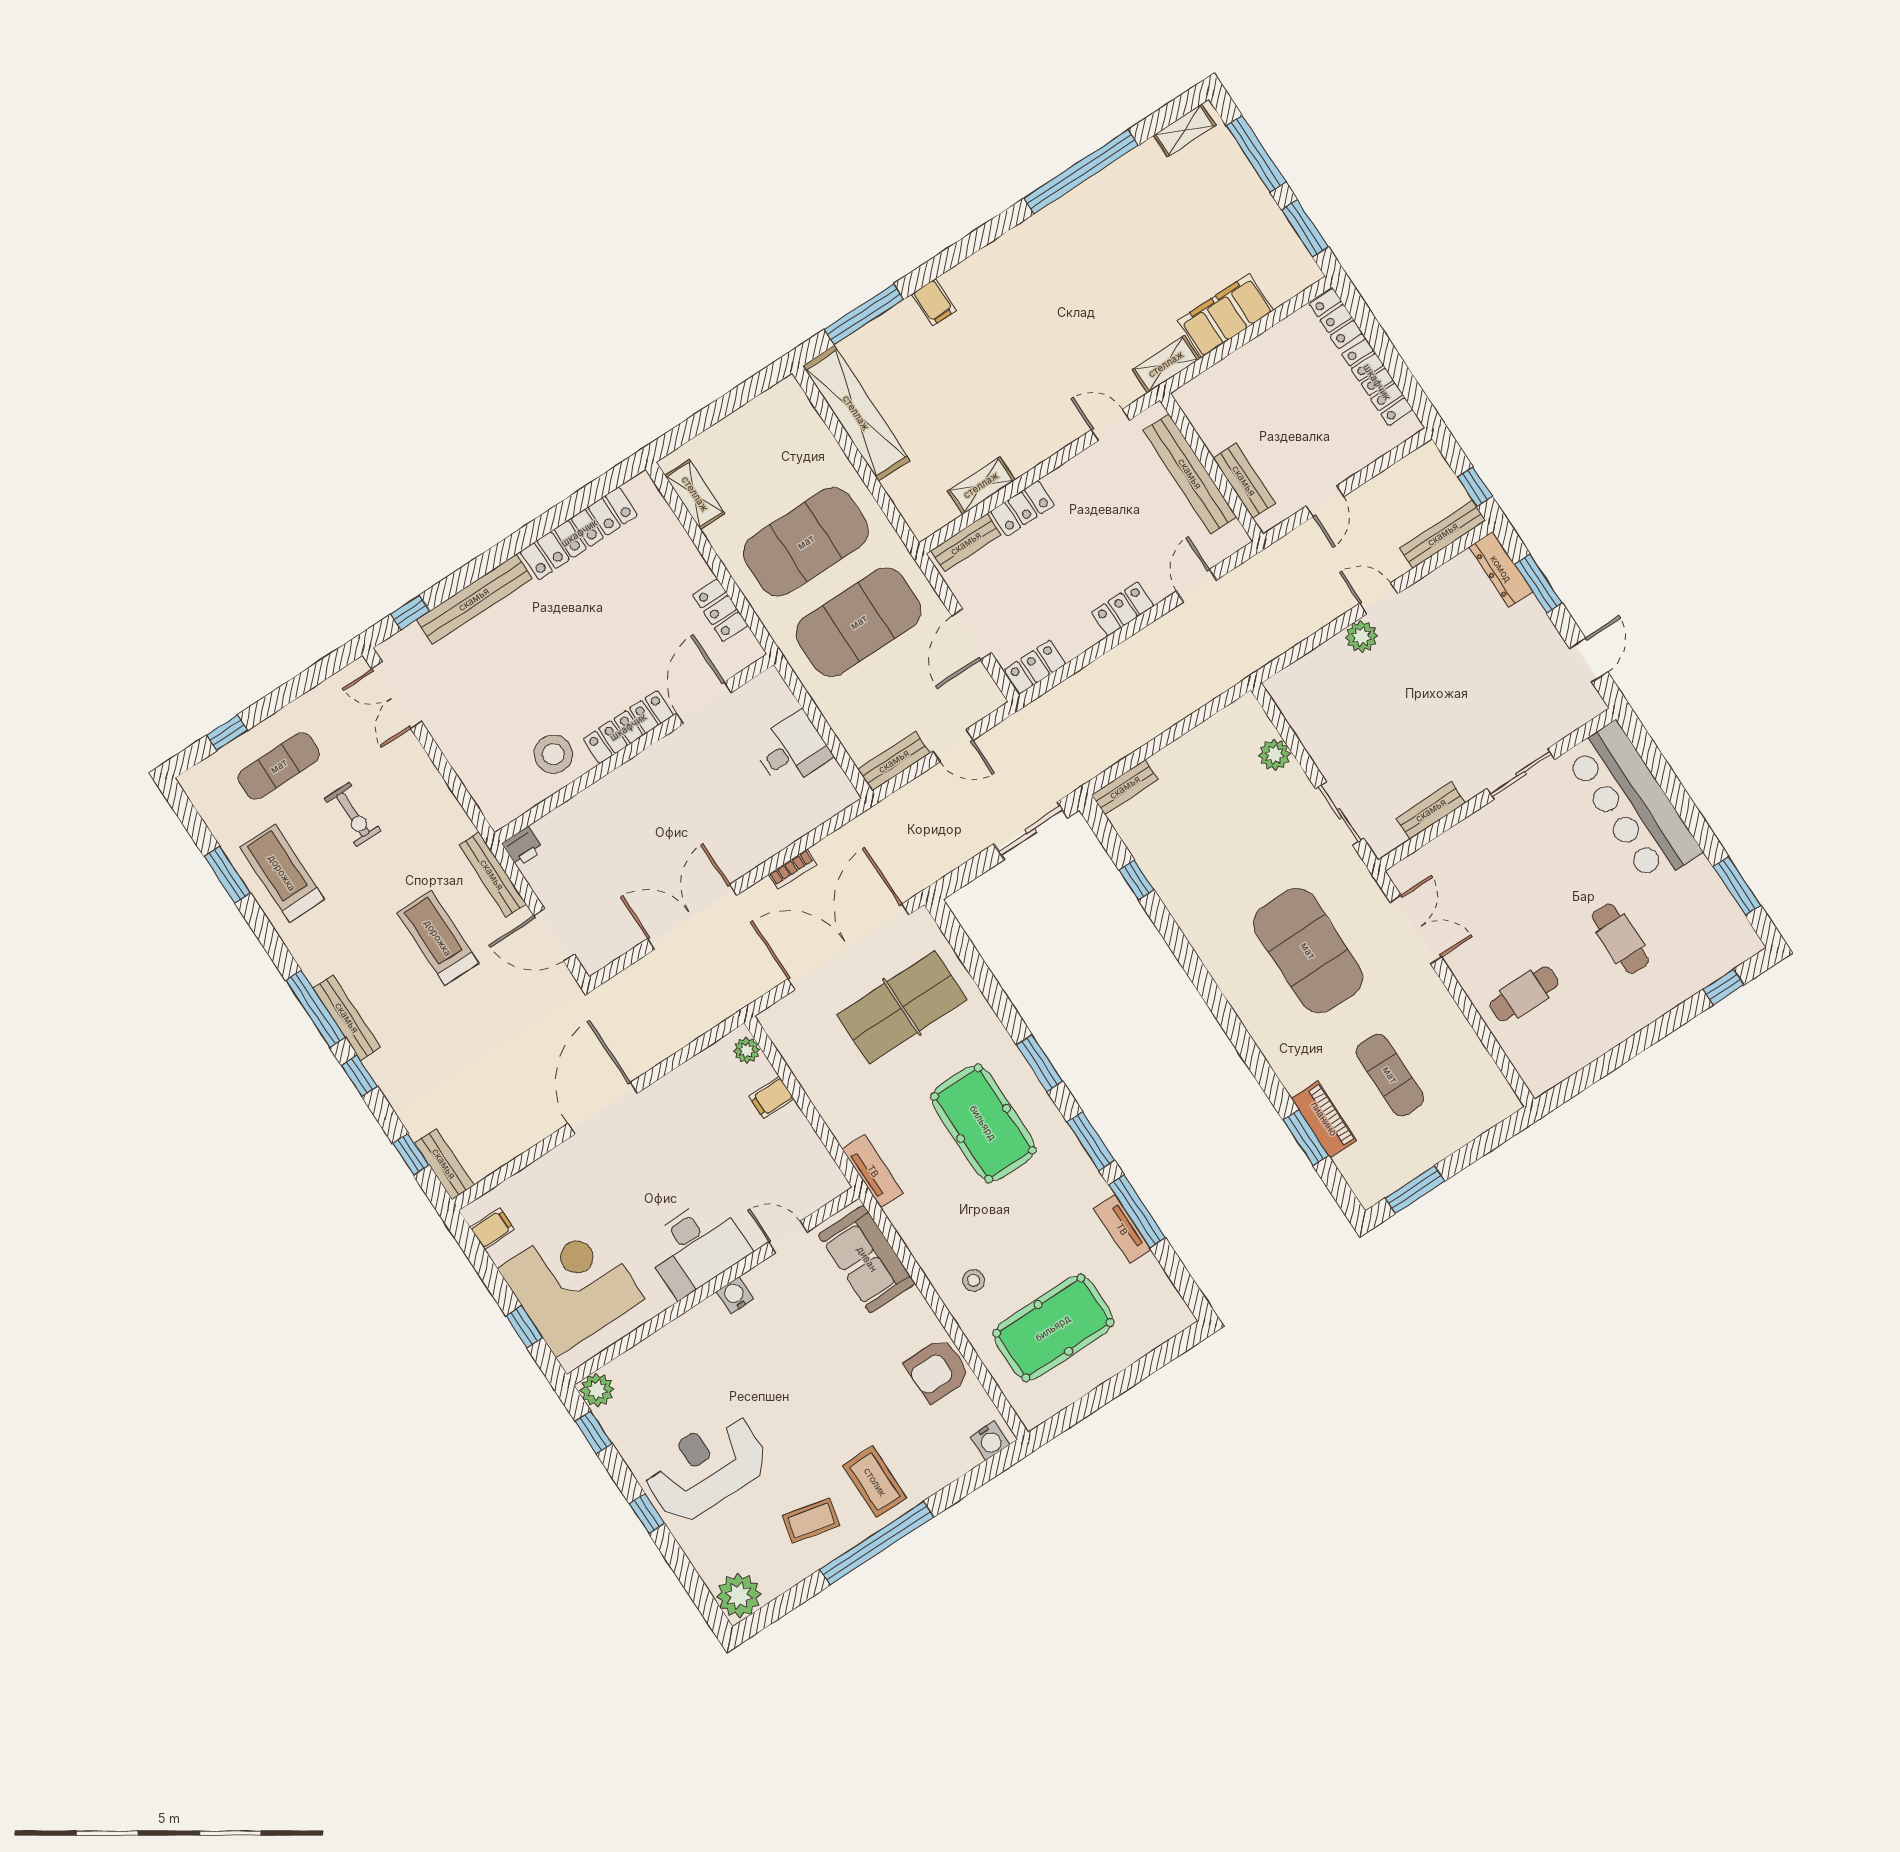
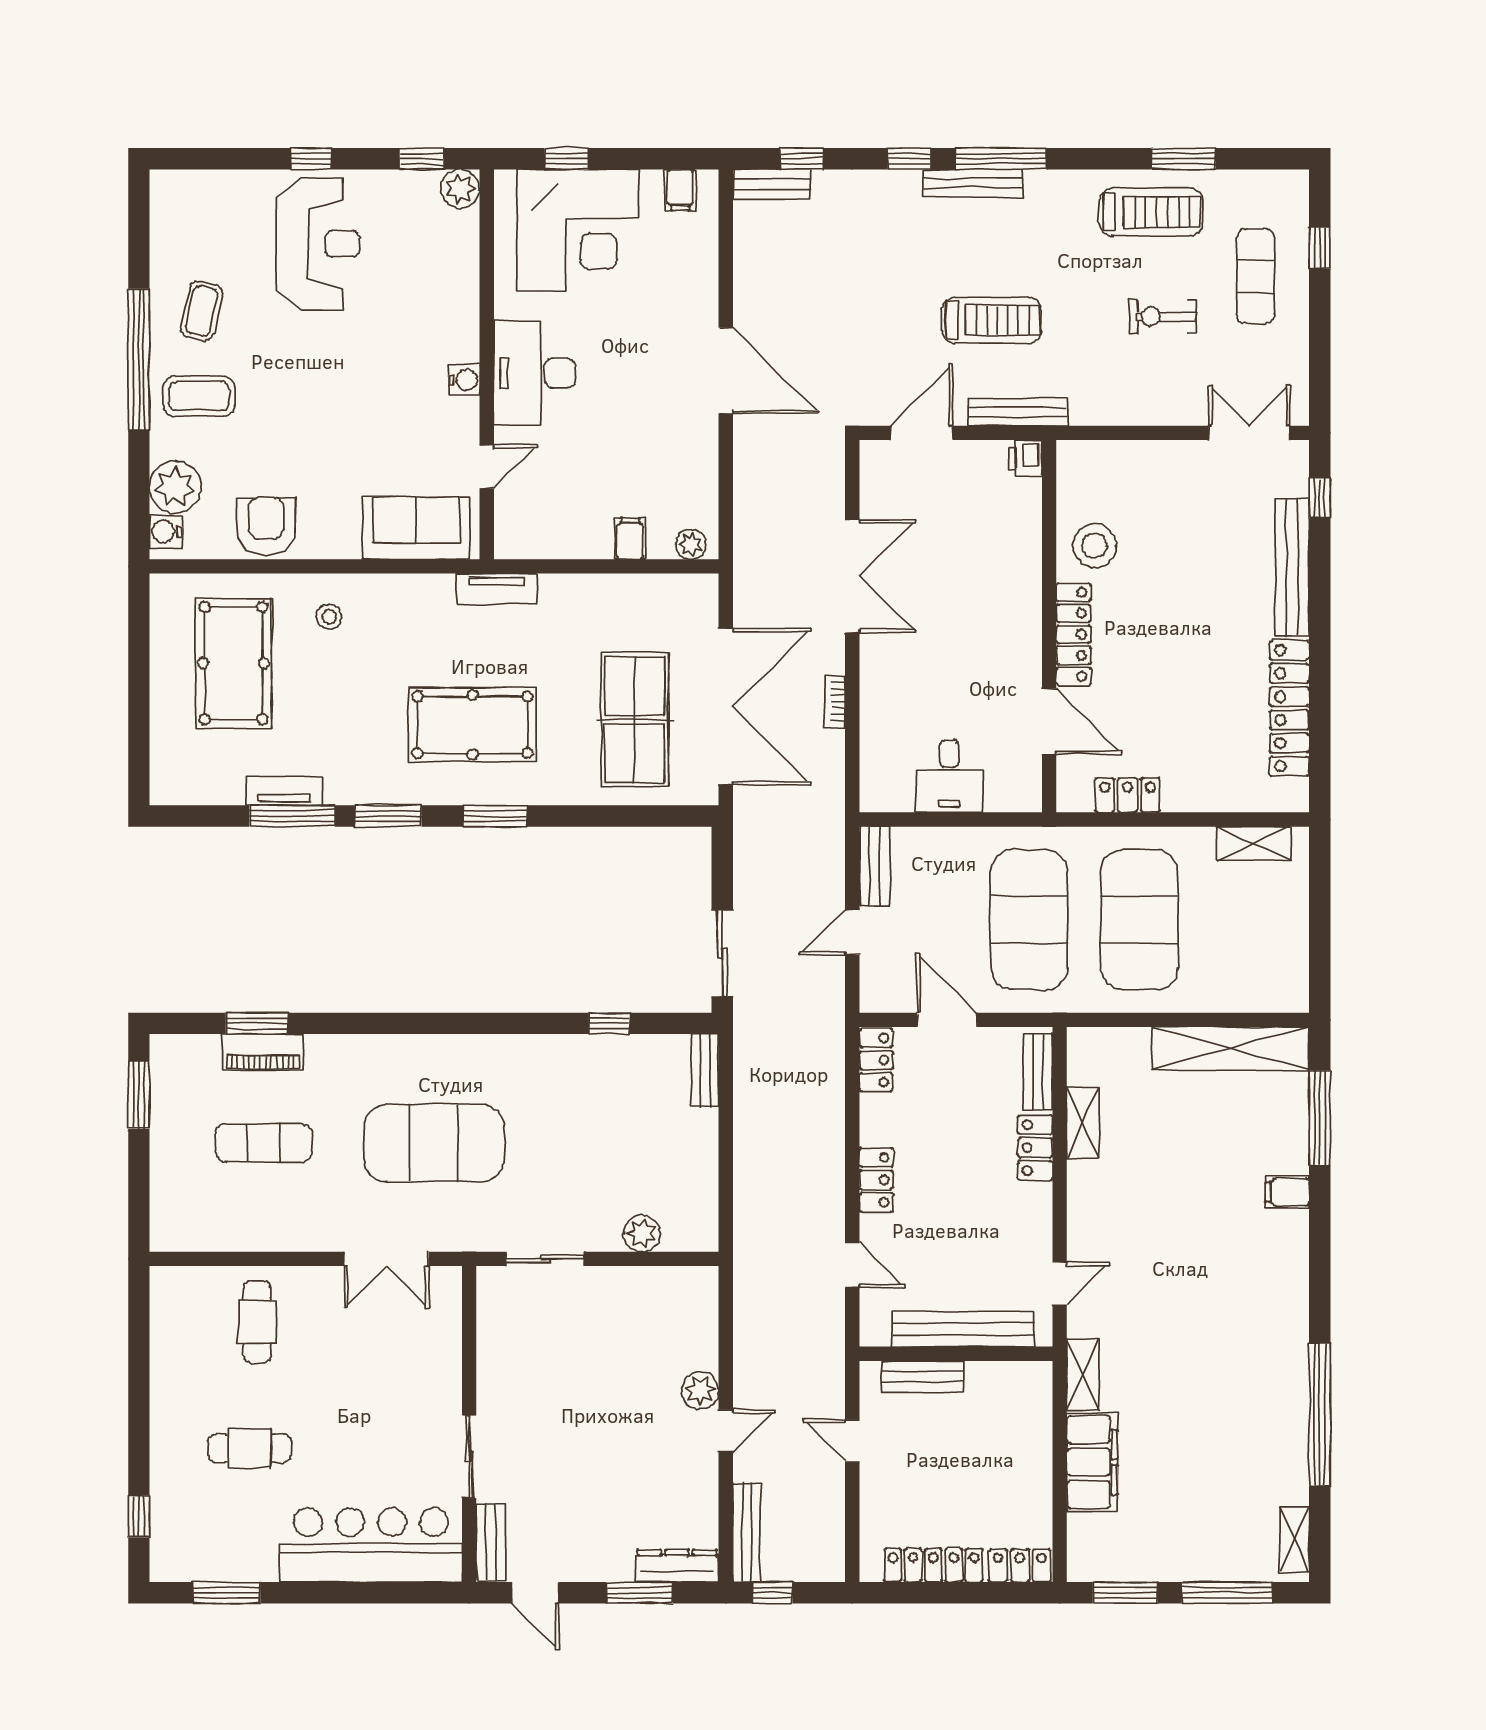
bench: (1431, 810) -> (491, 1542), moved
plant: (739, 1596) -> (175, 487), moved

